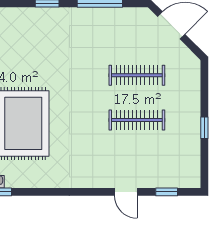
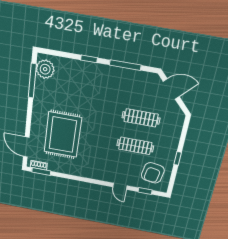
armchair: (172, 159) -> (153, 173), added

